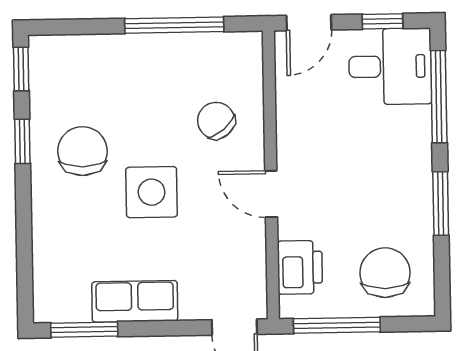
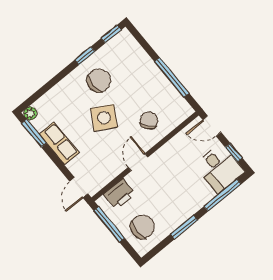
side table: (152, 192) -> (104, 118), turned 30
plant: (46, 309) -> (30, 113), added

